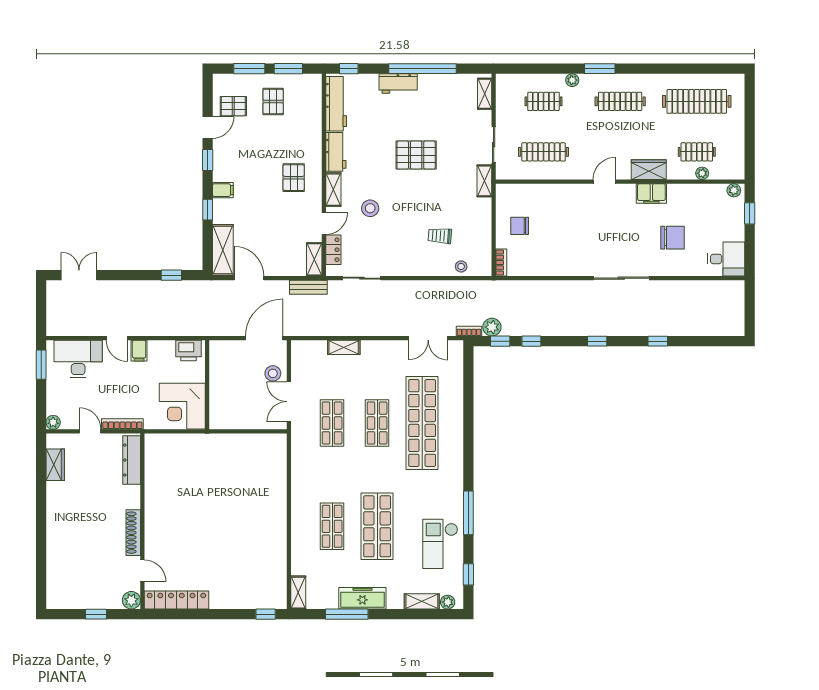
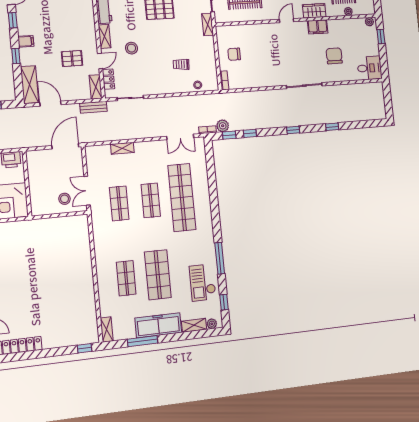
pallet: (294, 178) -> (72, 58), moved, turned 90
chair: (673, 238) -> (334, 56), turned -90
stool: (273, 373) -> (65, 199), moved
freezer: (362, 598) -> (158, 325), width x1.36, depth x1.26

